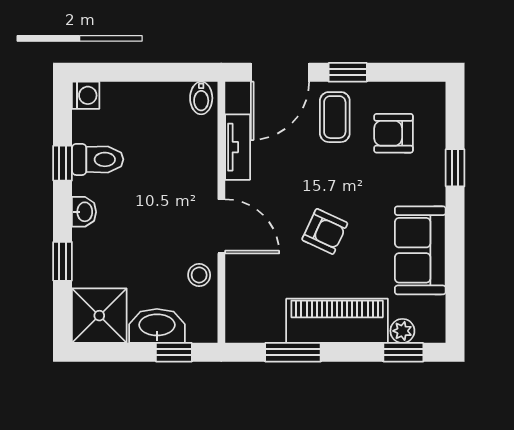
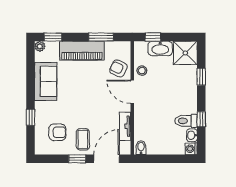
washbasin: (84, 212) -> (192, 135), moved
armchair: (325, 231) -> (118, 68), moved
plant: (402, 331) -> (40, 46), moved

